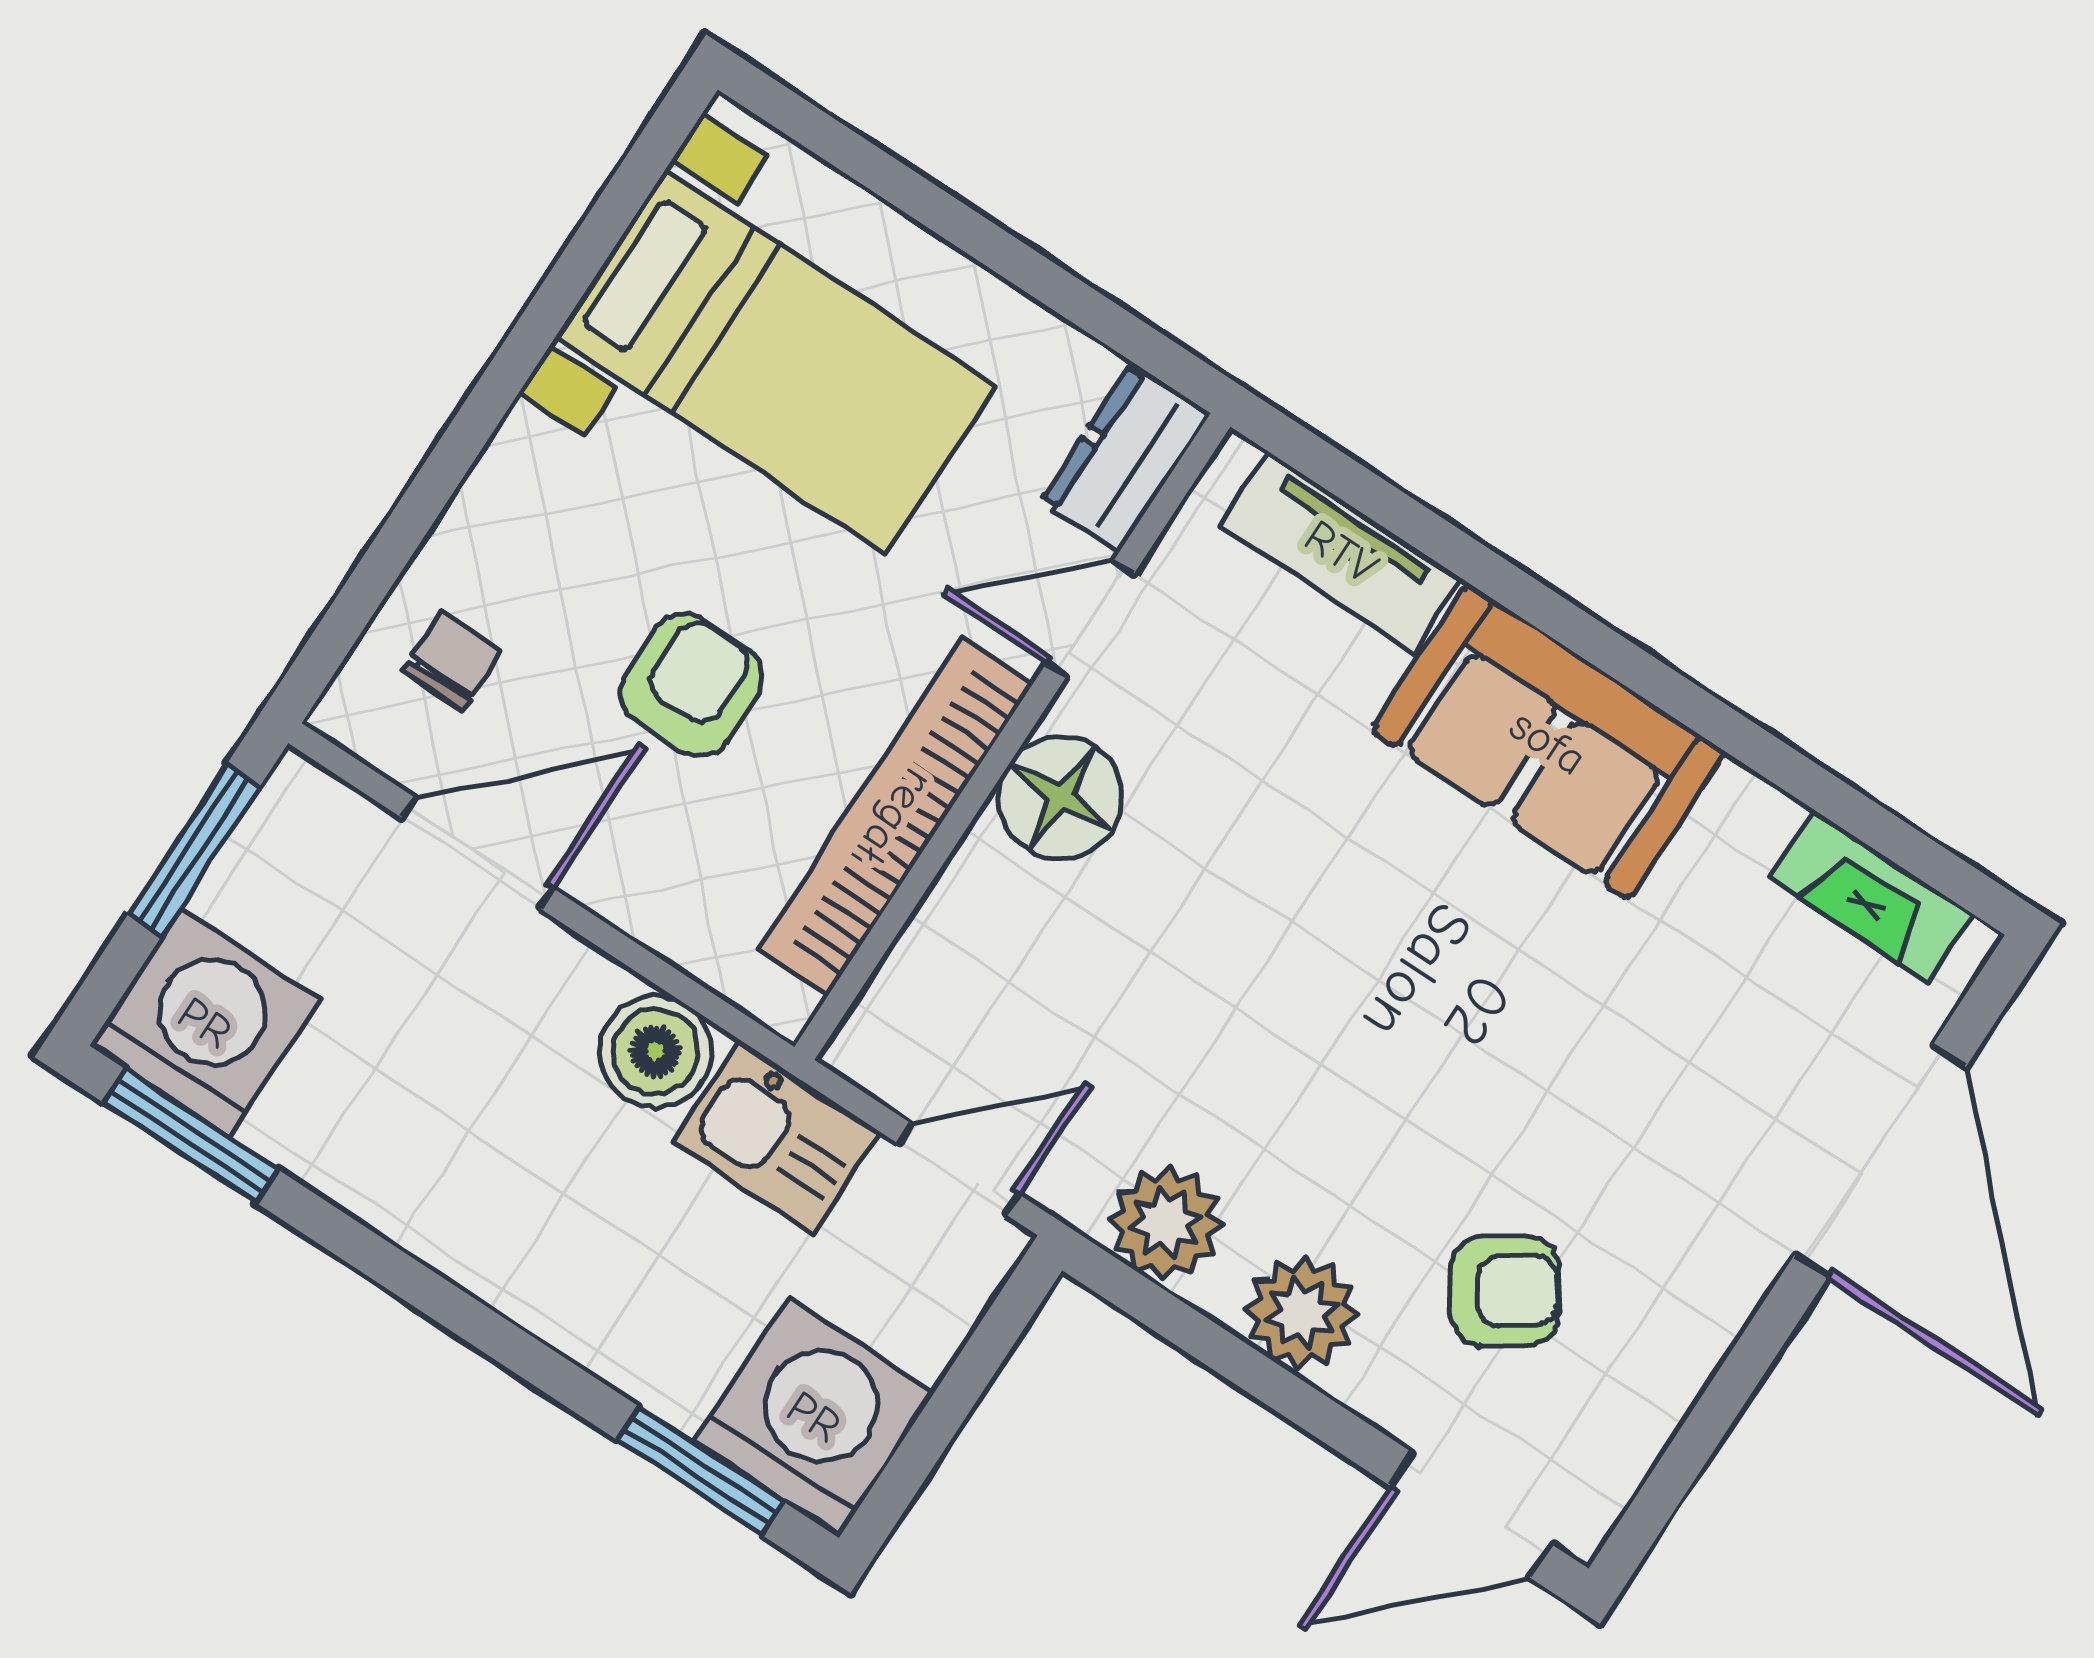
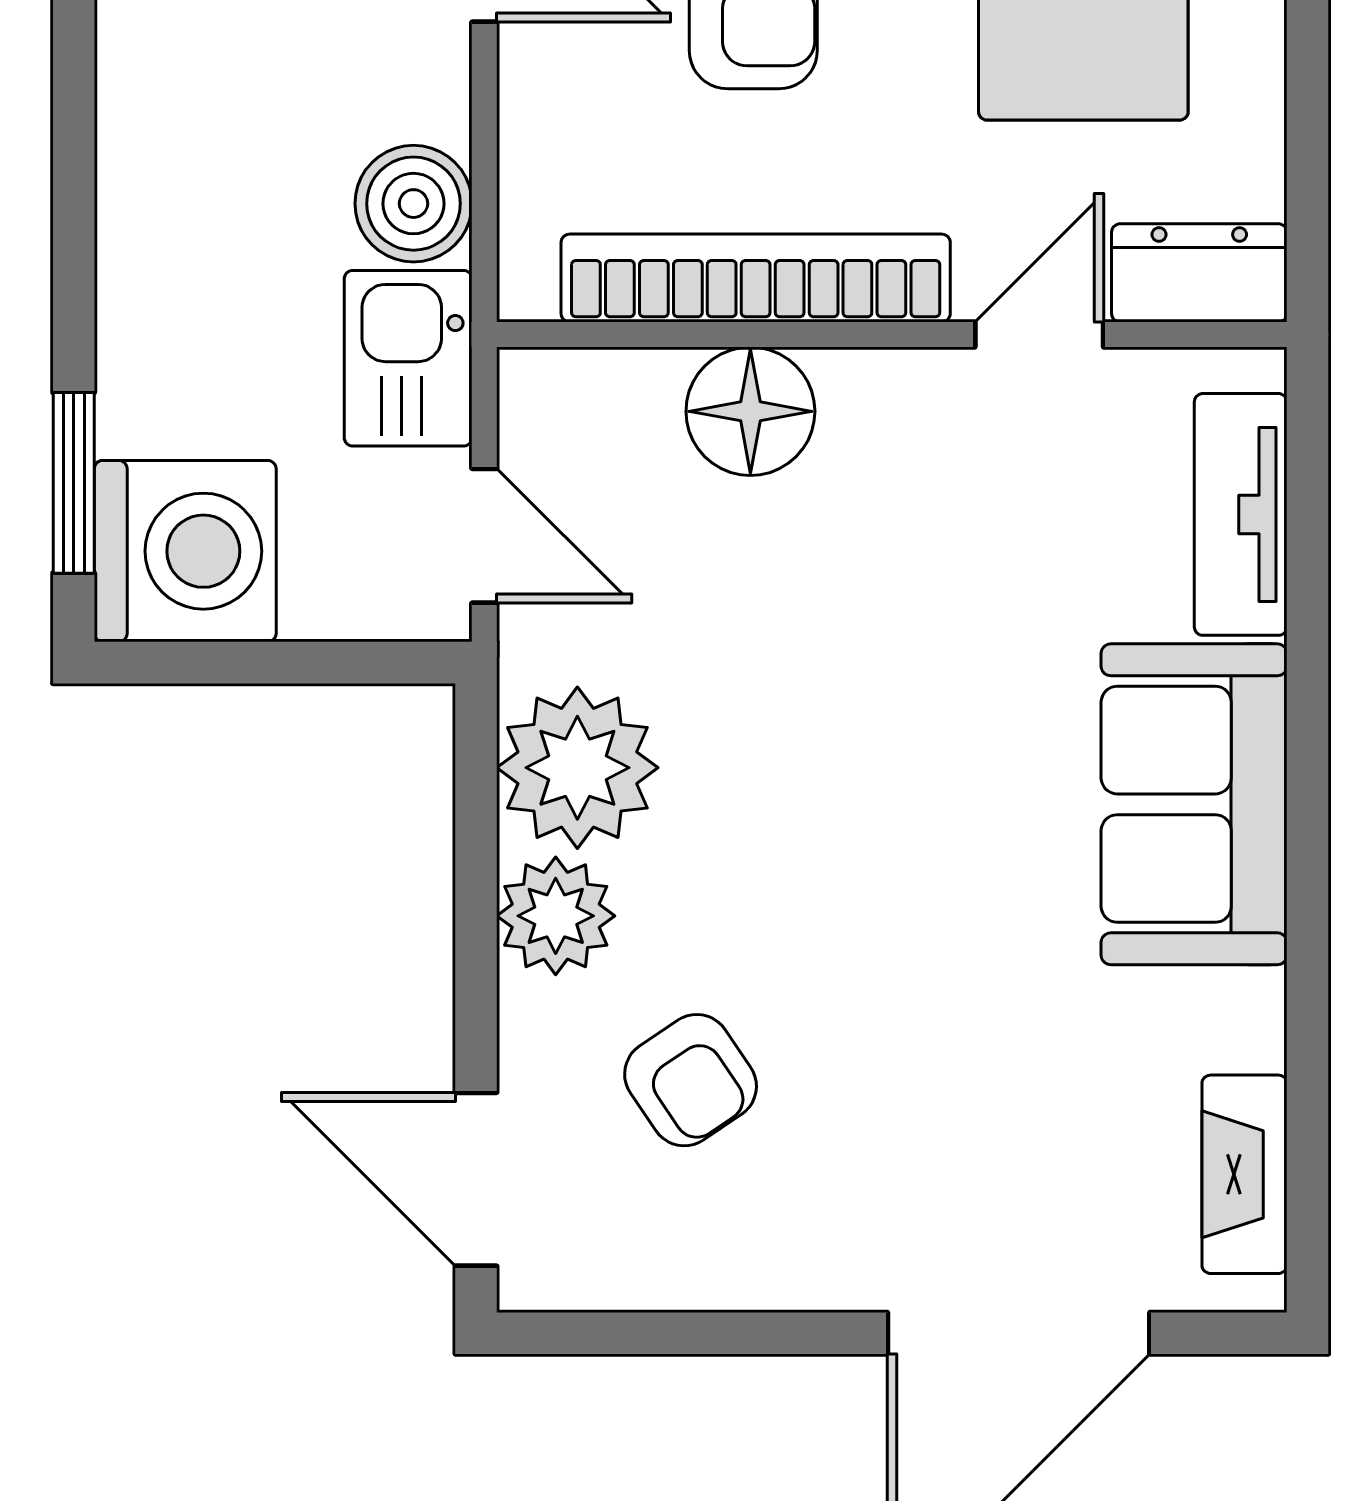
door: (1090, 618) -> (1039, 335), hinge flipped
floor lamp: (1061, 797) -> (750, 411), moved
plant: (1166, 1223) -> (577, 768), width x1.36, depth x1.36

